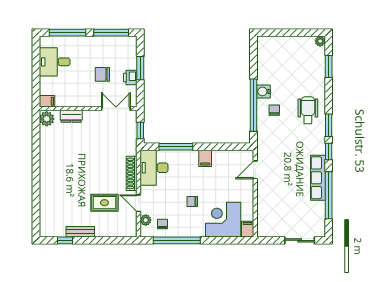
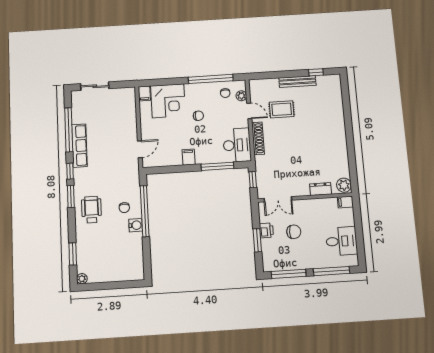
wheelchair: (308, 110) -> (91, 210), turned 180
bench: (80, 232) -> (297, 81), width x1.36

